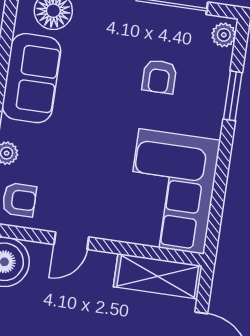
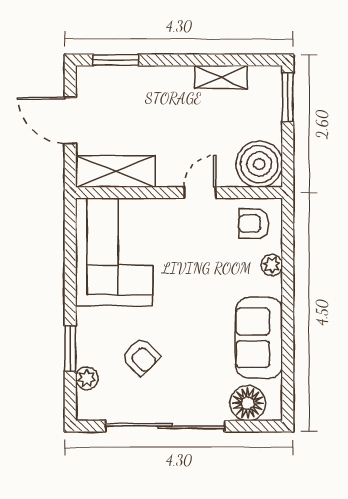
plant: (224, 35) -> (87, 378), moved
armchair: (159, 77) -> (141, 356), turned 136

